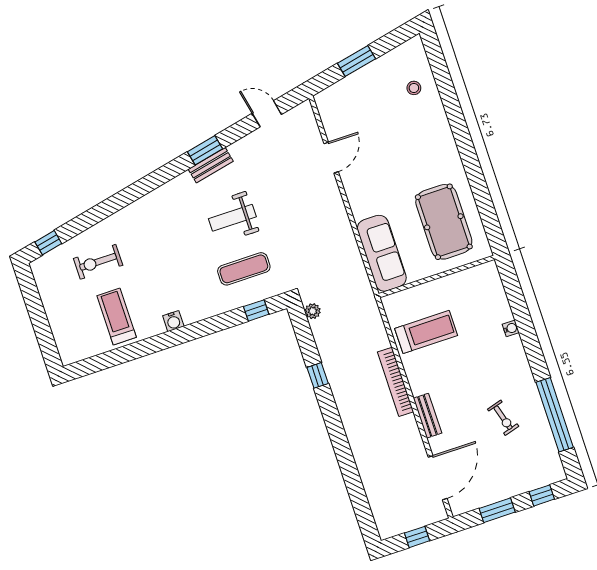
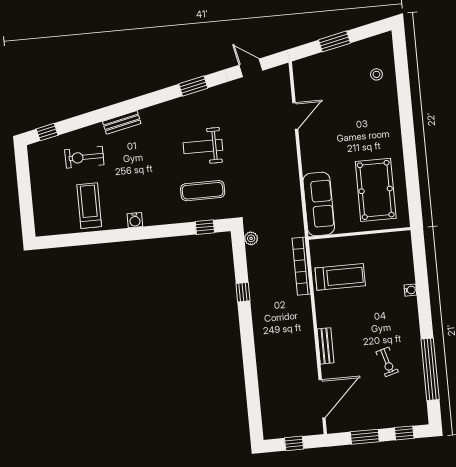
bench: (211, 165) -> (122, 122), moved
bookcase: (396, 382) -> (301, 266), moved

